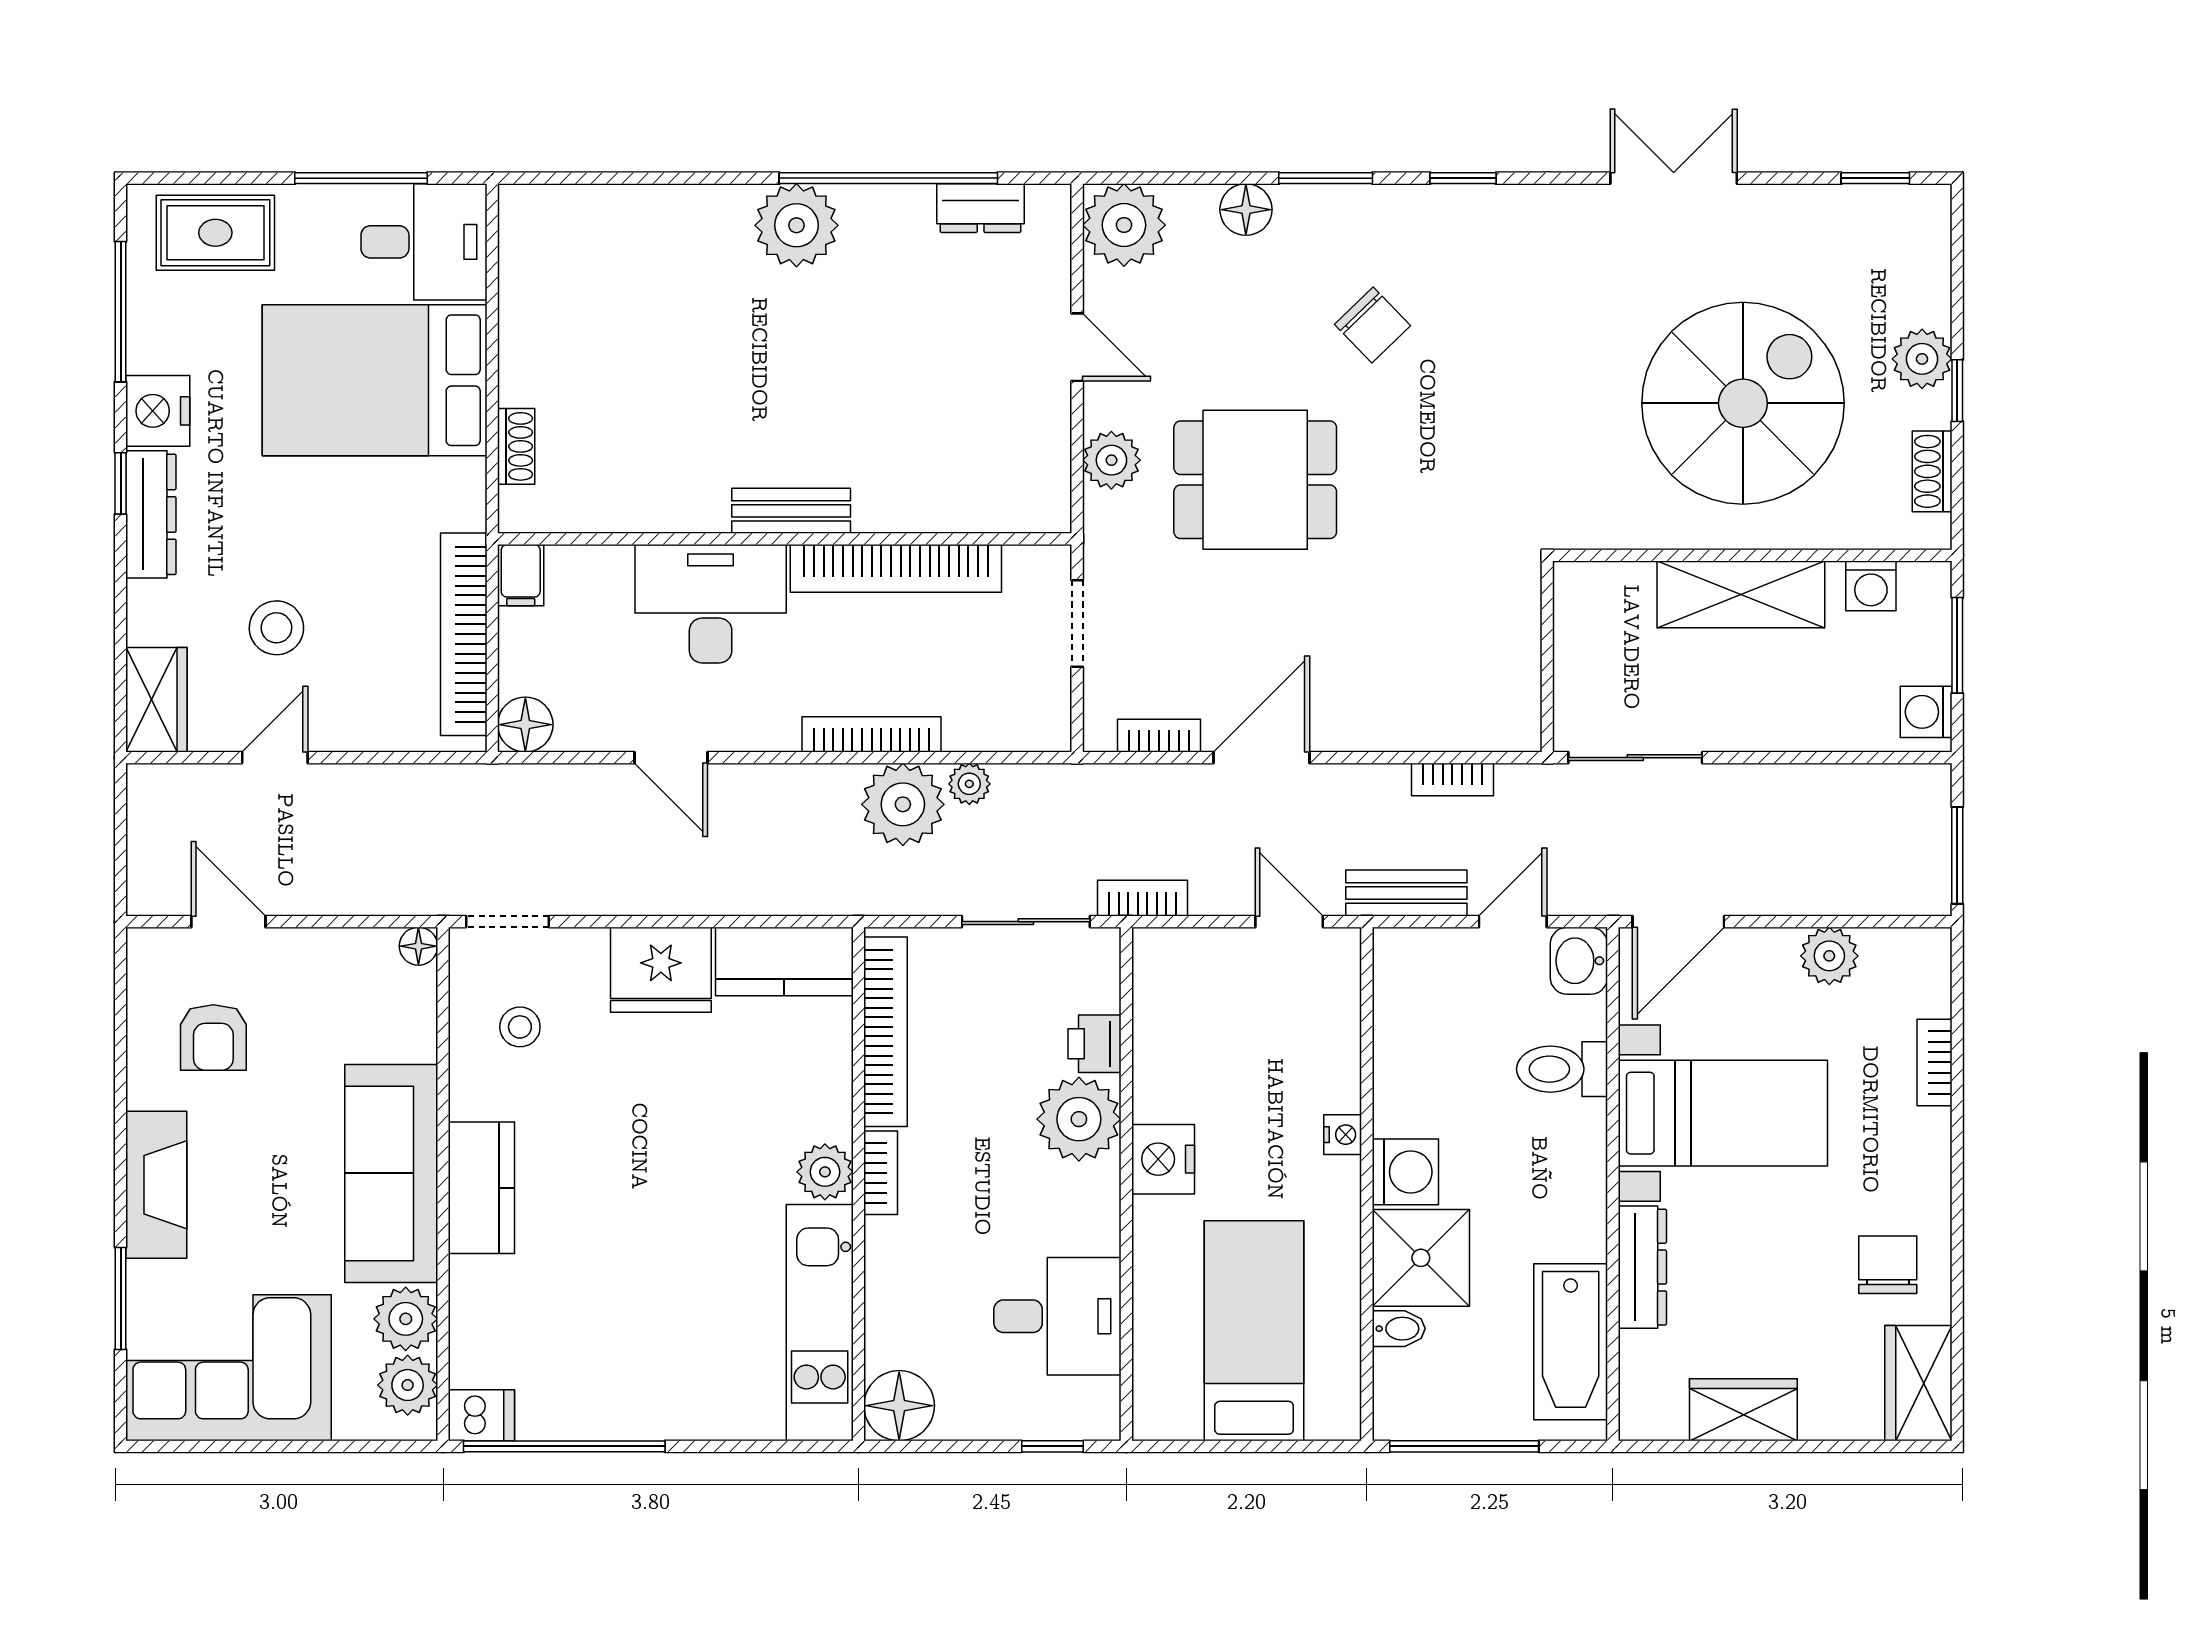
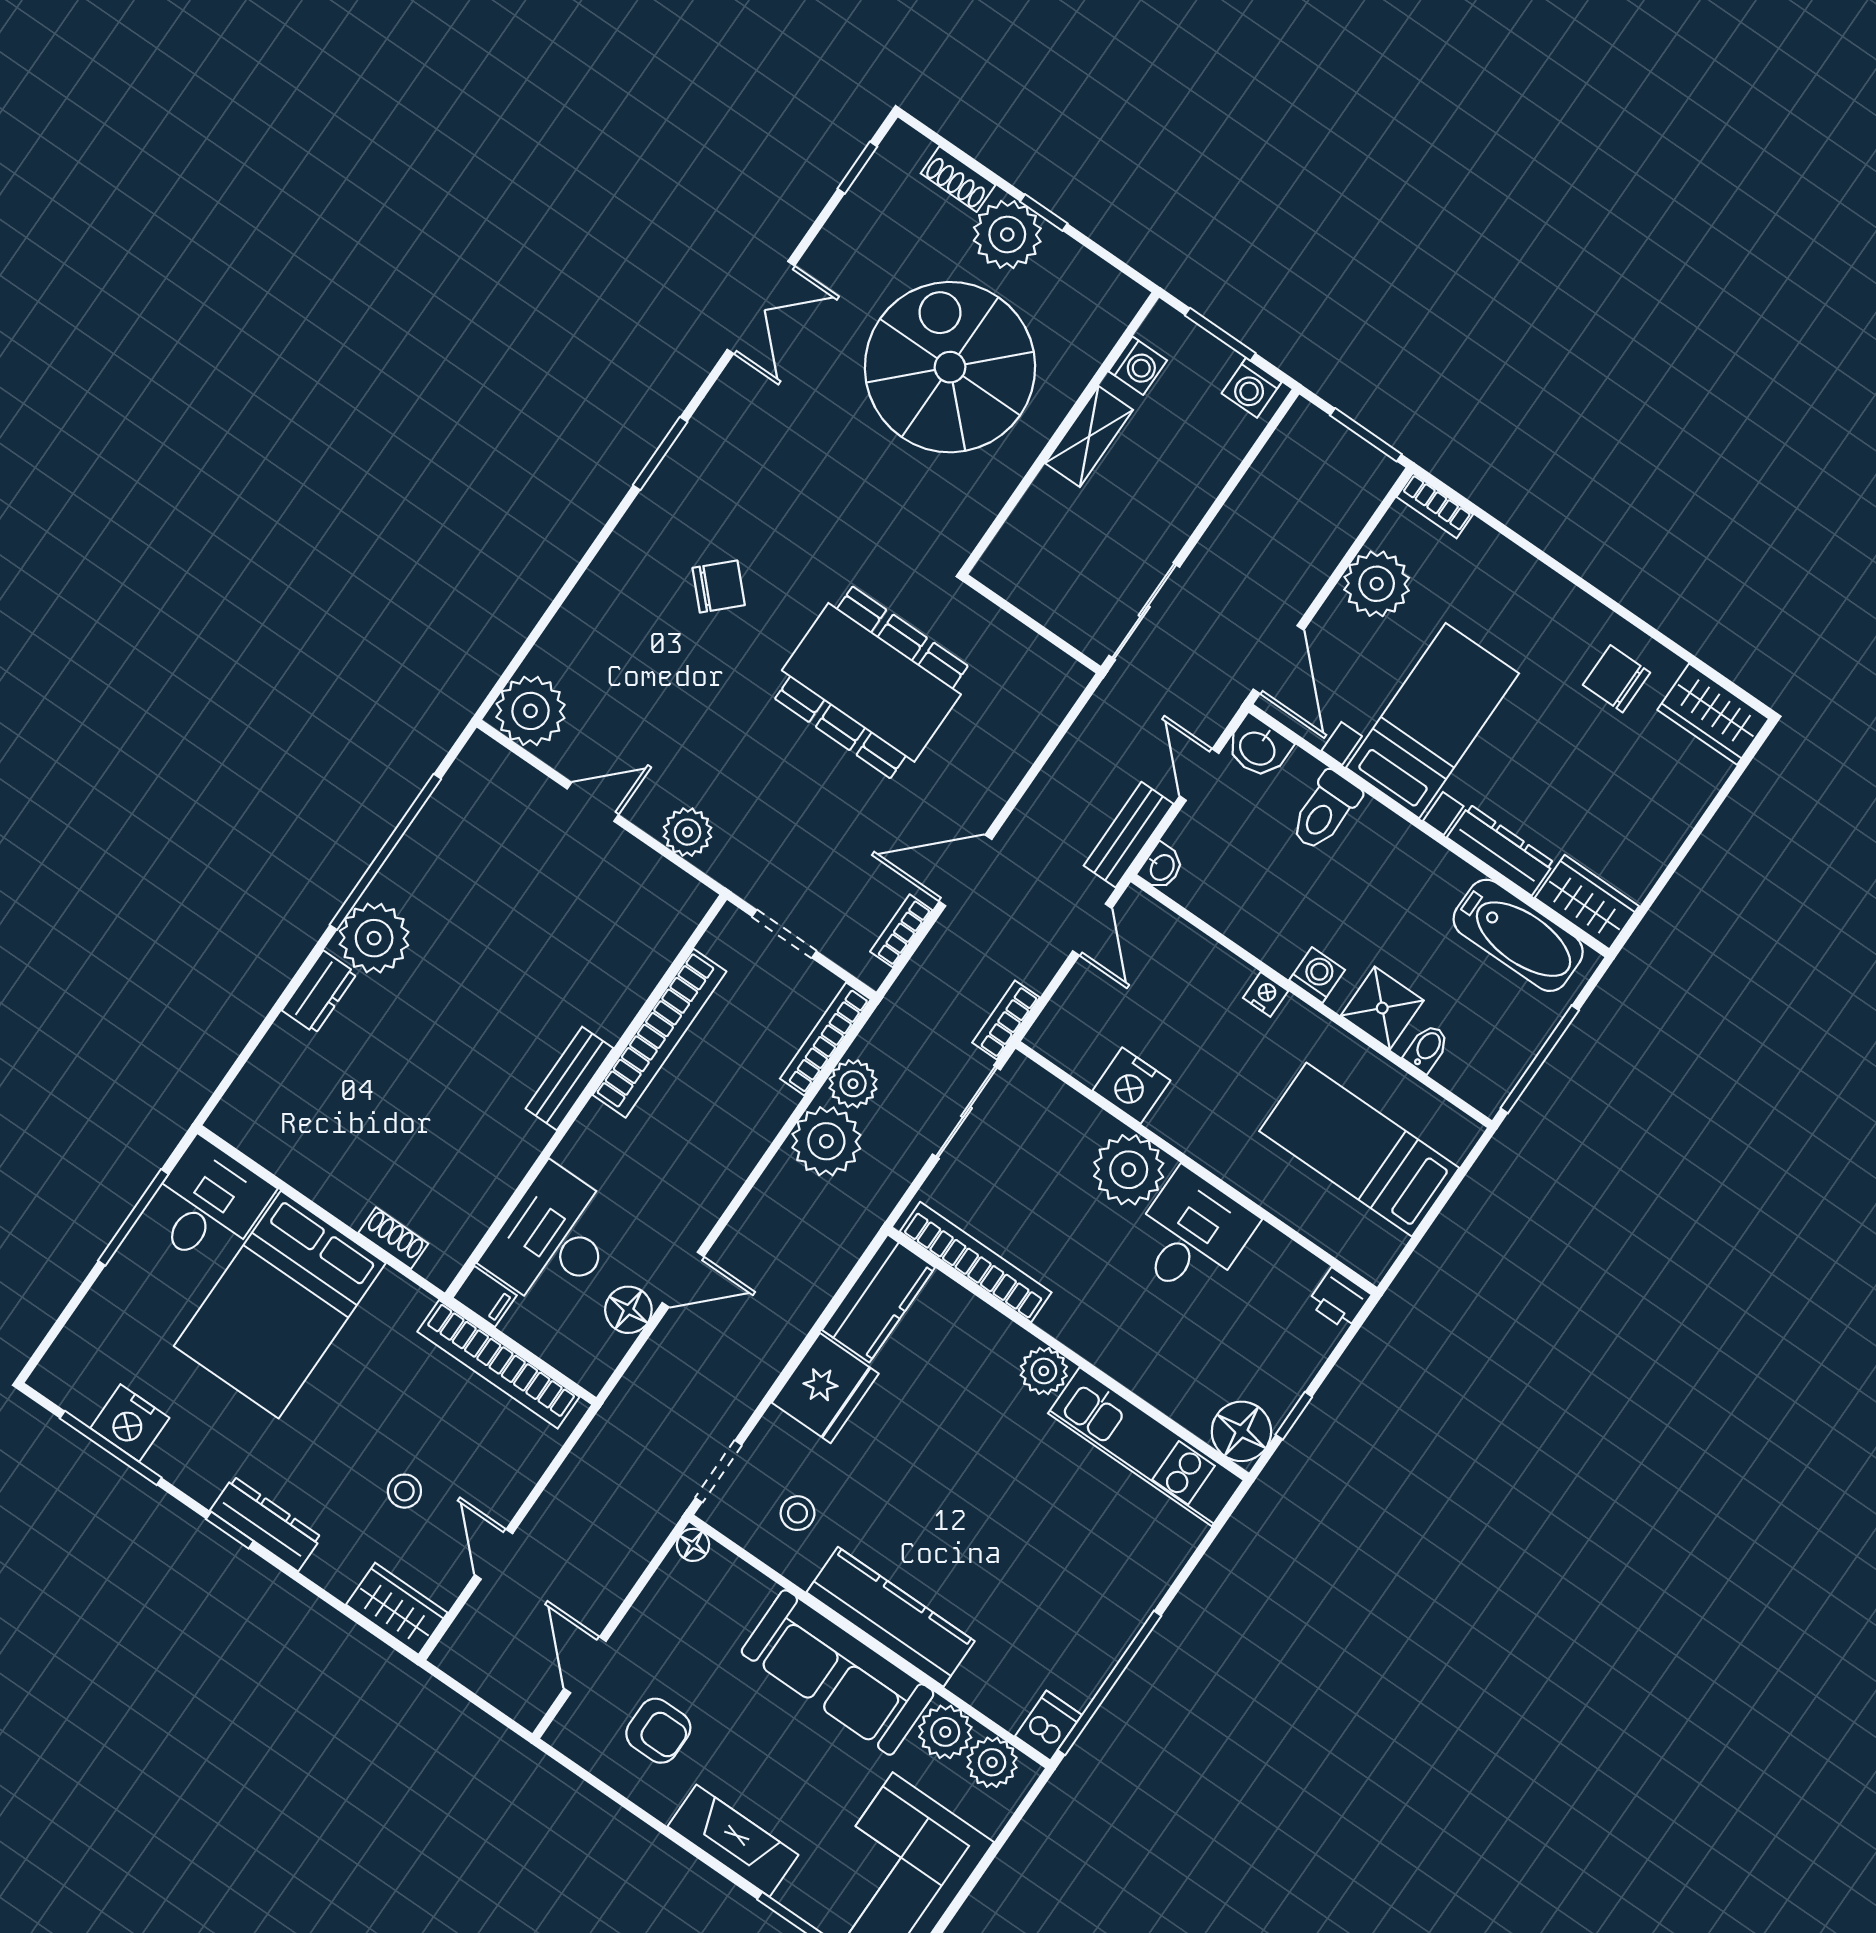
window: (1326, 178) -> (594, 549), removed
window: (1463, 178) -> (660, 454), width x1.50
double door: (1674, 178) -> (761, 308), swing flipped
dresser: (981, 208) -> (319, 992), moved
floor lamp: (1246, 210) -> (578, 619), removed
rug: (215, 233) -> (101, 1344), removed
plant: (1922, 359) -> (1007, 234), width x1.36, depth x1.36
nightstand: (158, 411) -> (130, 1423), moved
shoe rack: (1932, 471) -> (958, 179), moved
dining table: (1255, 480) -> (871, 682), moved, width x1.38
shelving: (1741, 594) -> (1089, 436), width x0.67, depth x0.75
desk: (711, 604) -> (554, 1239), moved
stool: (276, 628) -> (404, 1491), width x0.73, depth x0.73
floor lamp: (525, 725) -> (628, 1310), moved
bookcase: (872, 734) -> (825, 1039), moved
door: (1261, 758) -> (965, 870), hinge flipped
bookcase: (1452, 779) -> (1072, 748), removed
plant: (969, 784) -> (853, 1084), width x1.38, depth x1.38
door: (228, 922) -> (585, 1665), hinge flipped
door: (1289, 922) -> (1092, 930), swing flipped
washbasin: (1397, 947) -> (1162, 867), added
plant: (1829, 956) -> (1377, 584), width x1.36, depth x1.36
printer: (1095, 1044) -> (1339, 1299), moved
bookcase: (1934, 1062) -> (1435, 506), moved
nightstand: (1163, 1159) -> (1131, 1086), moved
washing machine: (1405, 1172) -> (1317, 975), width x0.73, depth x0.73
bookcase: (881, 1173) -> (1071, 1333), removed
kitchen counter: (481, 1188) -> (891, 1617), width x1.50
shower: (1421, 1258) -> (1382, 1008), width x0.73, depth x0.73
desk: (1057, 1316) -> (1191, 1235), moved
wardrobe: (1743, 1410) -> (1587, 902), moved, turned 90
window: (1052, 1446) -> (1294, 1416), moved

